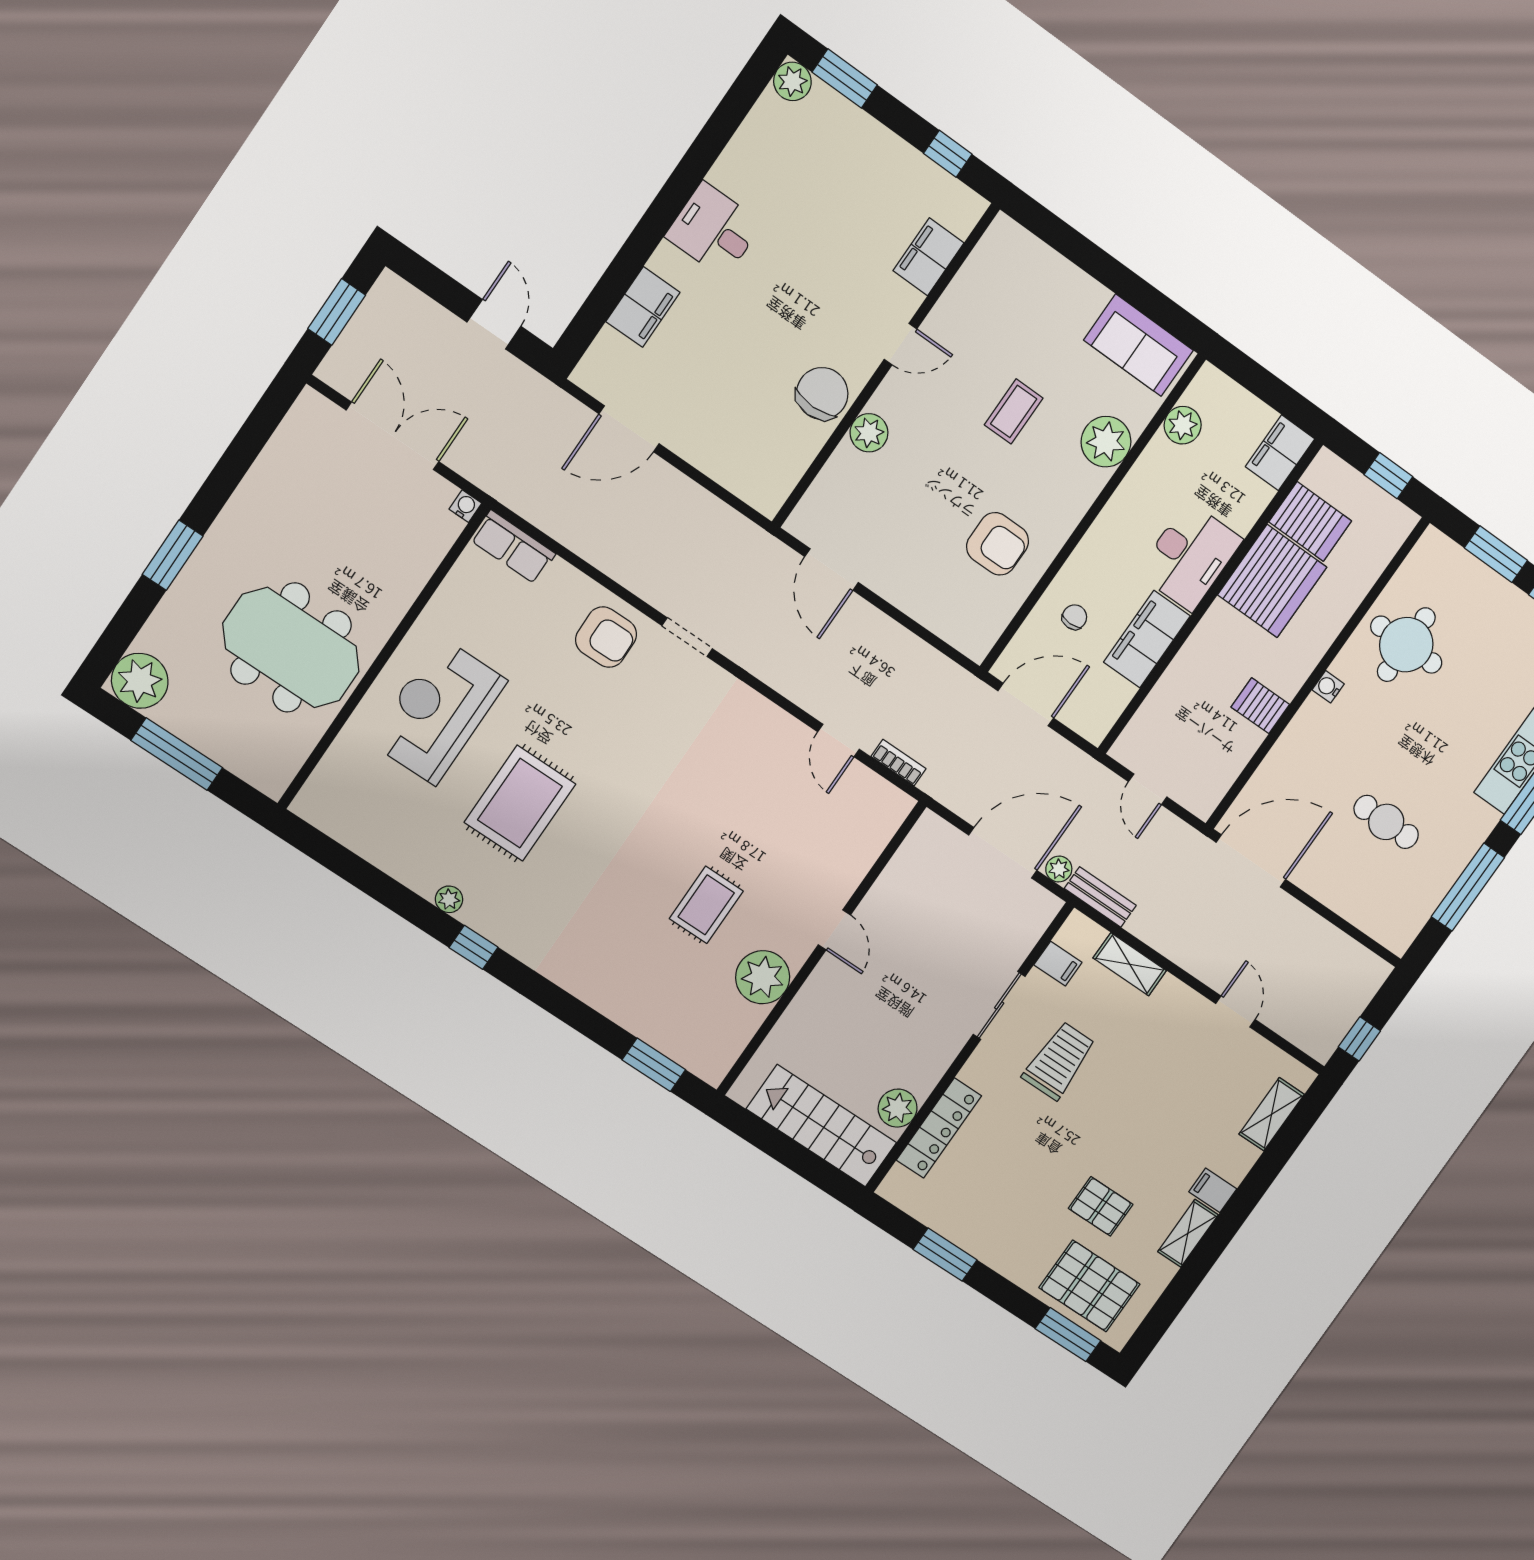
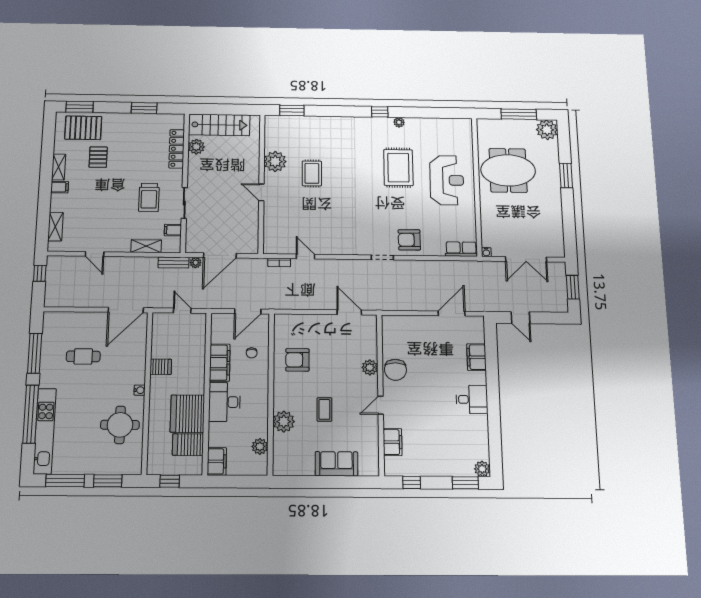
sofa: (1138, 345) -> (337, 464), moved
pallet: (1101, 1206) -> (98, 157), turned 90

